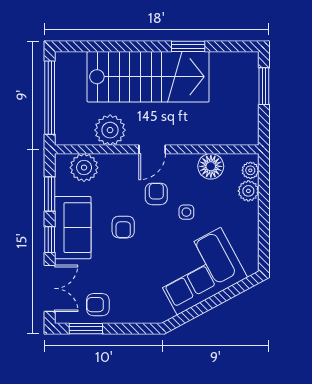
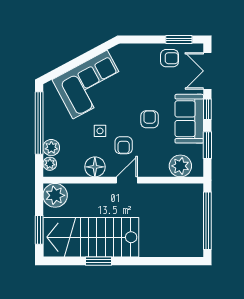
stairs: (148, 77) -> (91, 237), moved
plant: (110, 130) -> (55, 195), moved
floor lamp: (211, 166) -> (95, 167), moved
window: (264, 222) -> (39, 123), added

